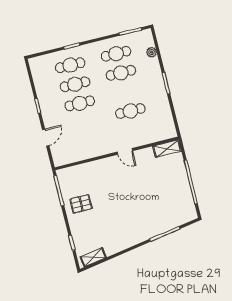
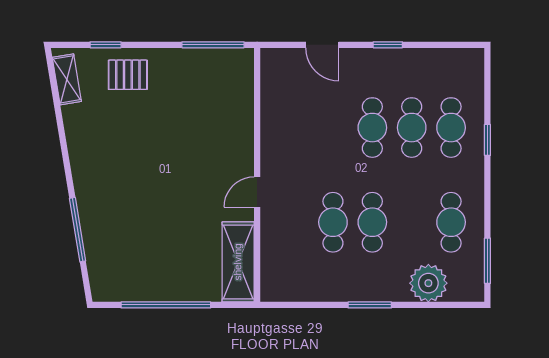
plant: (152, 52) -> (428, 283), width x1.87, depth x1.87
cafe table: (121, 73) -> (372, 222), moved
shelving: (167, 149) -> (238, 262), width x1.50, depth x1.33
pallet: (81, 204) -> (128, 75), moved, turned 90

